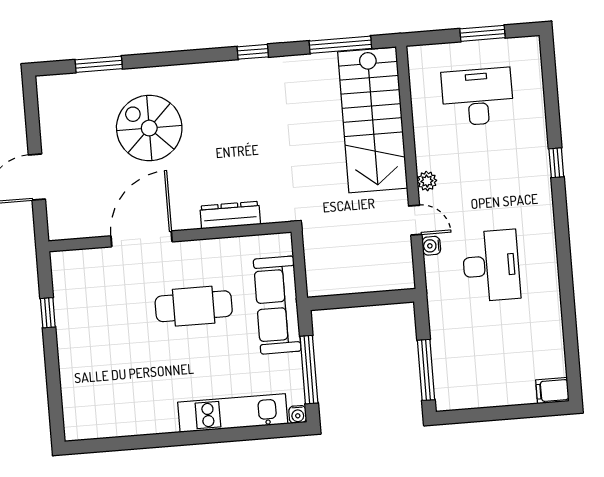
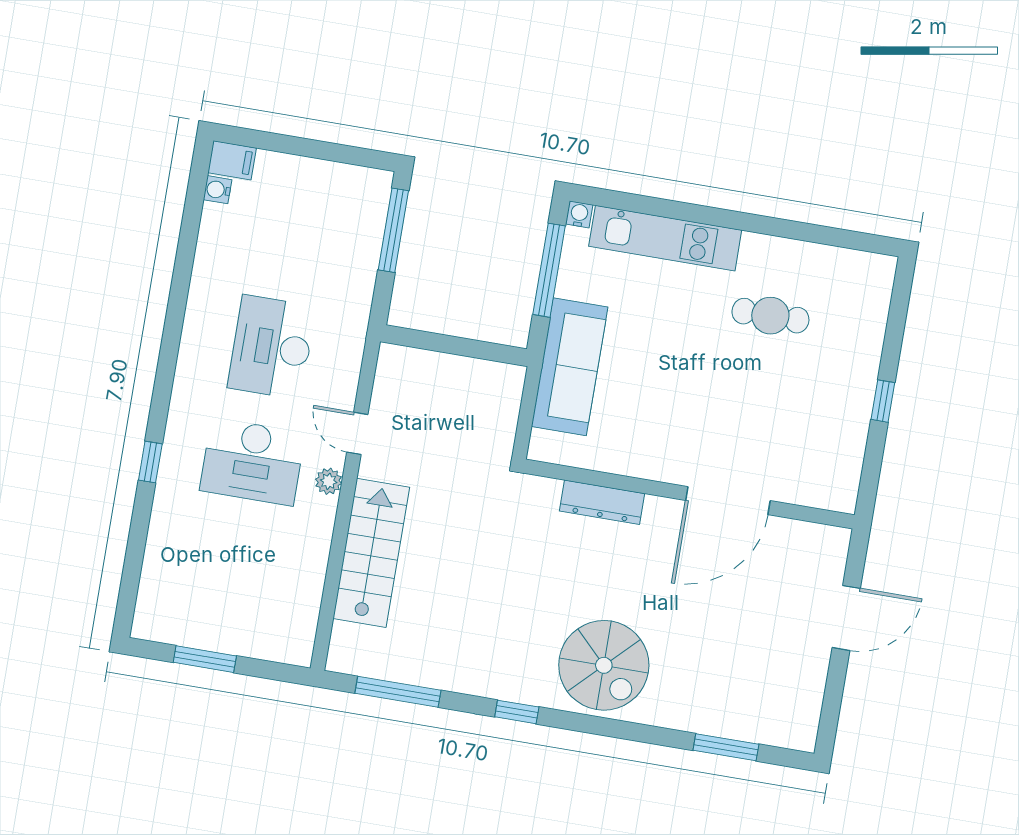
desk: (478, 97) -> (252, 462), moved
stairs: (373, 120) -> (371, 553), width x0.73, depth x0.66
spiral stairs: (149, 128) -> (604, 665), moved
water cooler: (431, 246) -> (218, 190), moved, turned 180
cafe table: (194, 306) -> (770, 316), moved, width x0.73, depth x0.74
window: (48, 313) -> (883, 401), moved

